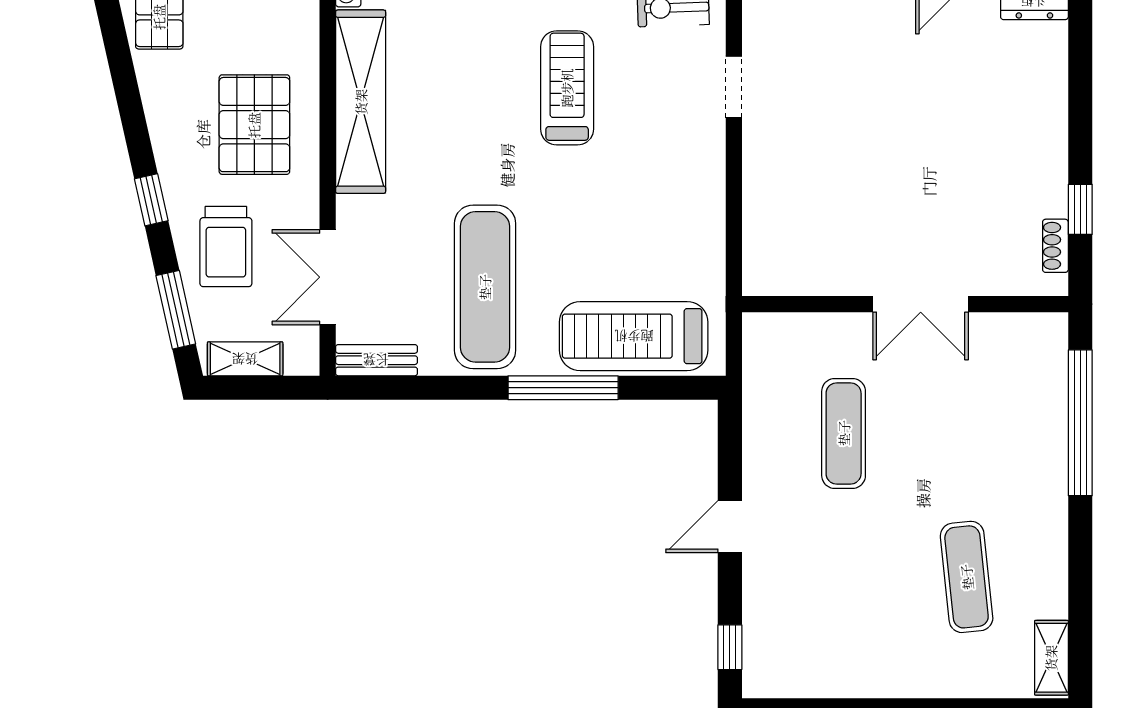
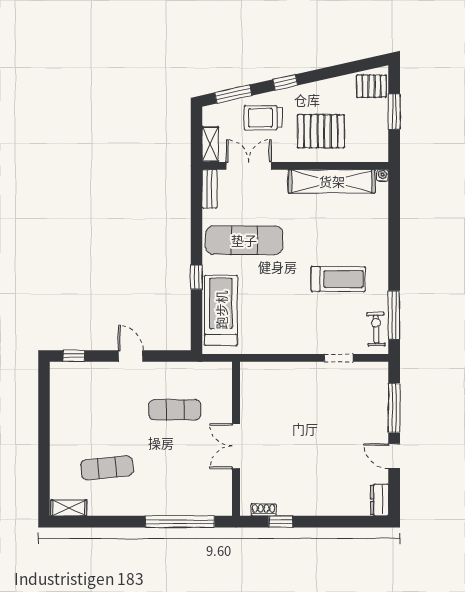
shelving: (245, 359) -> (210, 144), moved
window: (563, 388) -> (196, 277), width x0.46

